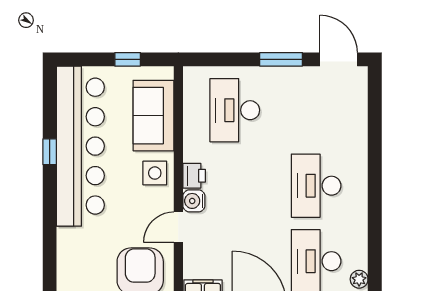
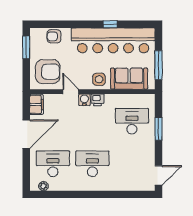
window: (128, 59) -> (159, 65), width x2.17
window: (281, 59) -> (159, 129), moved
armchair: (73, 259) -> (54, 36), added

